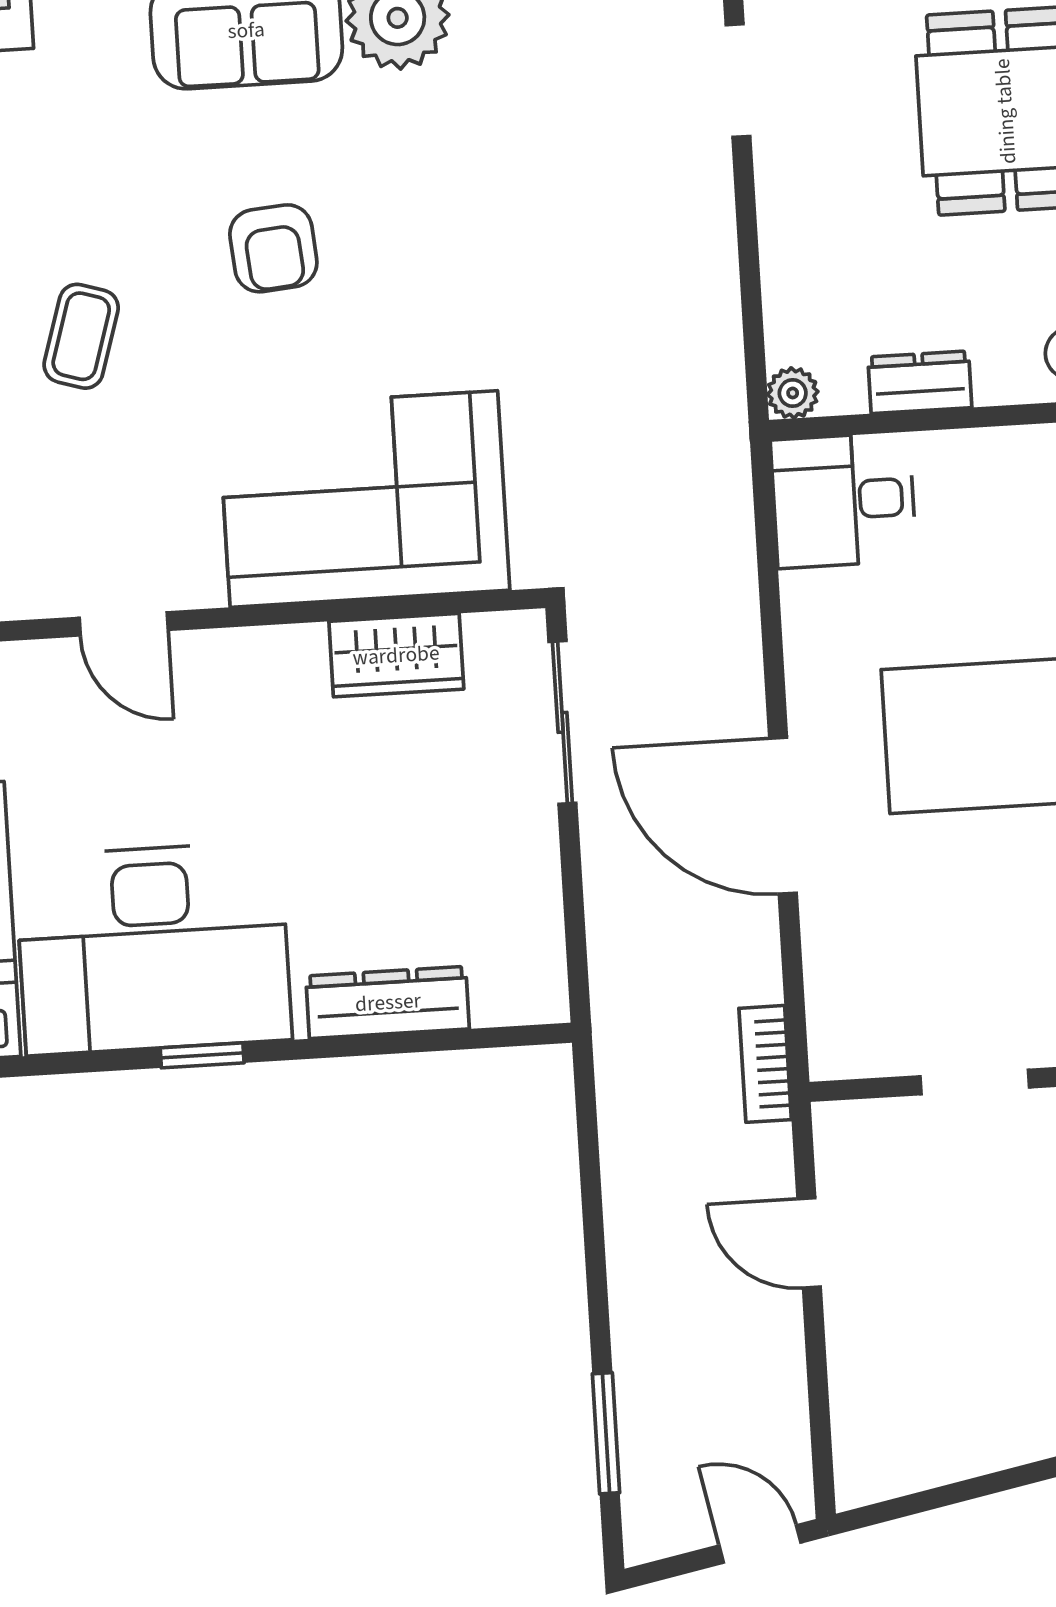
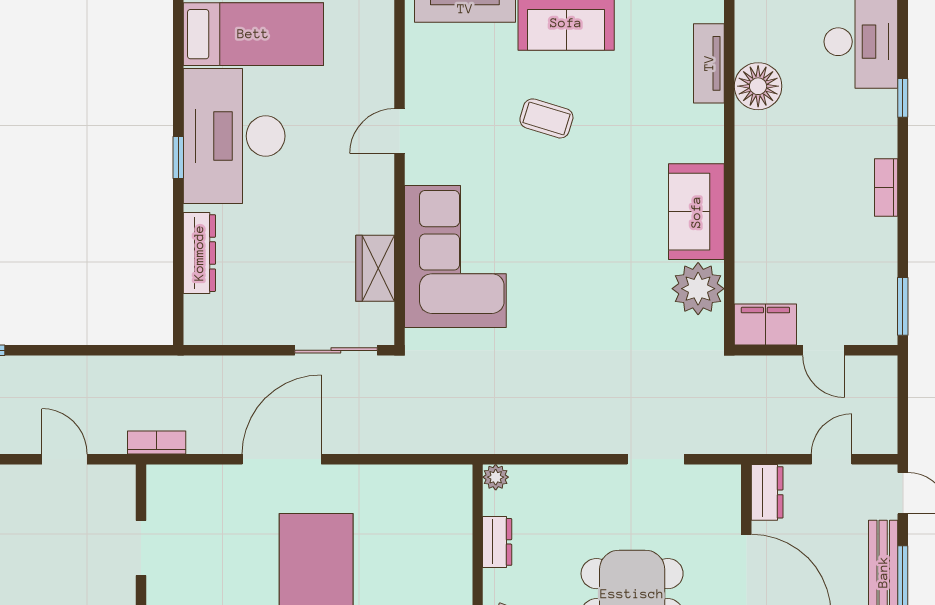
armchair: (273, 248) -> (585, 219), removed
desk: (843, 500) -> (440, 500), removed
door: (809, 1243) -> (65, 459), hinge flipped

